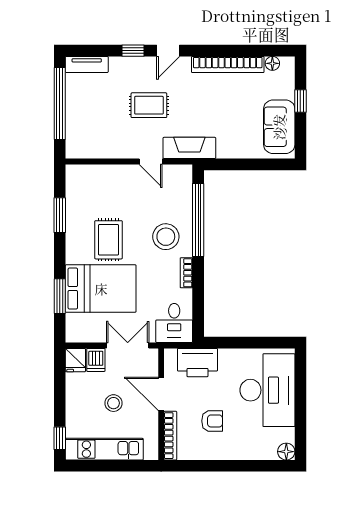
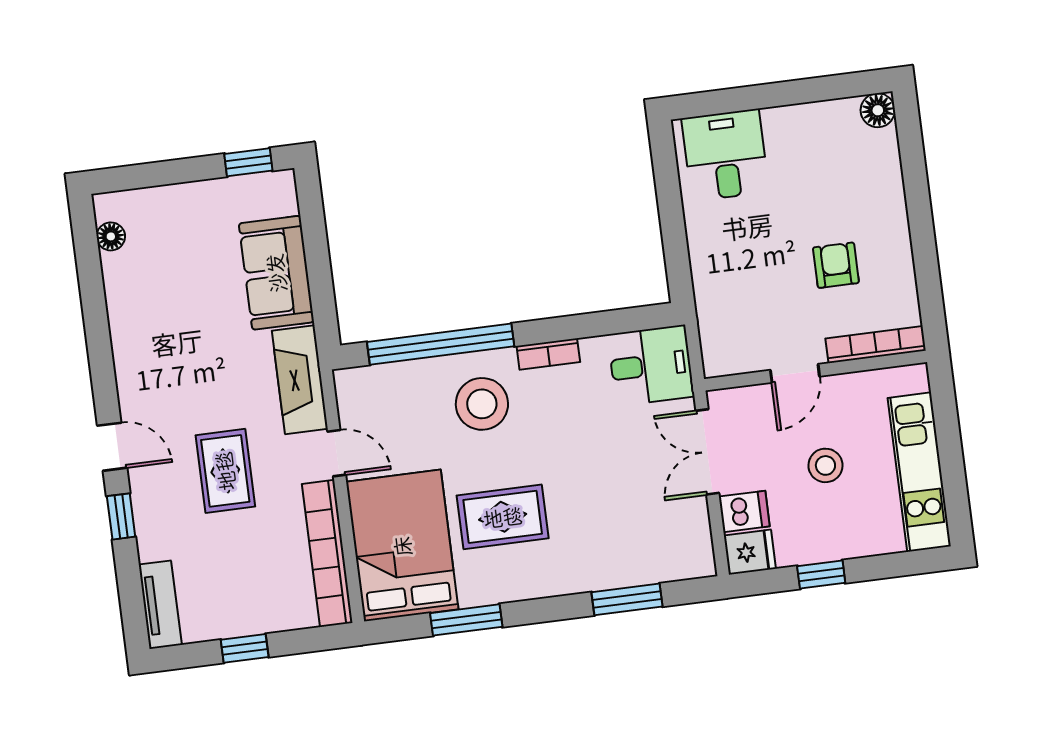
bookcase: (228, 64) -> (327, 553), moved, turned 180
window: (300, 101) -> (248, 162), moved
window: (60, 104) -> (245, 648), width x0.32
sofa: (279, 127) -> (276, 273), moved, turned 90
door: (151, 162) -> (337, 453), hinge flipped
bed: (101, 289) -> (402, 546), moved
printer: (197, 363) -> (724, 309), removed
desk: (267, 390) -> (725, 155), width x0.53, depth x0.77
door: (161, 394) -> (795, 373), width x0.73
window: (60, 438) -> (821, 574), moved

